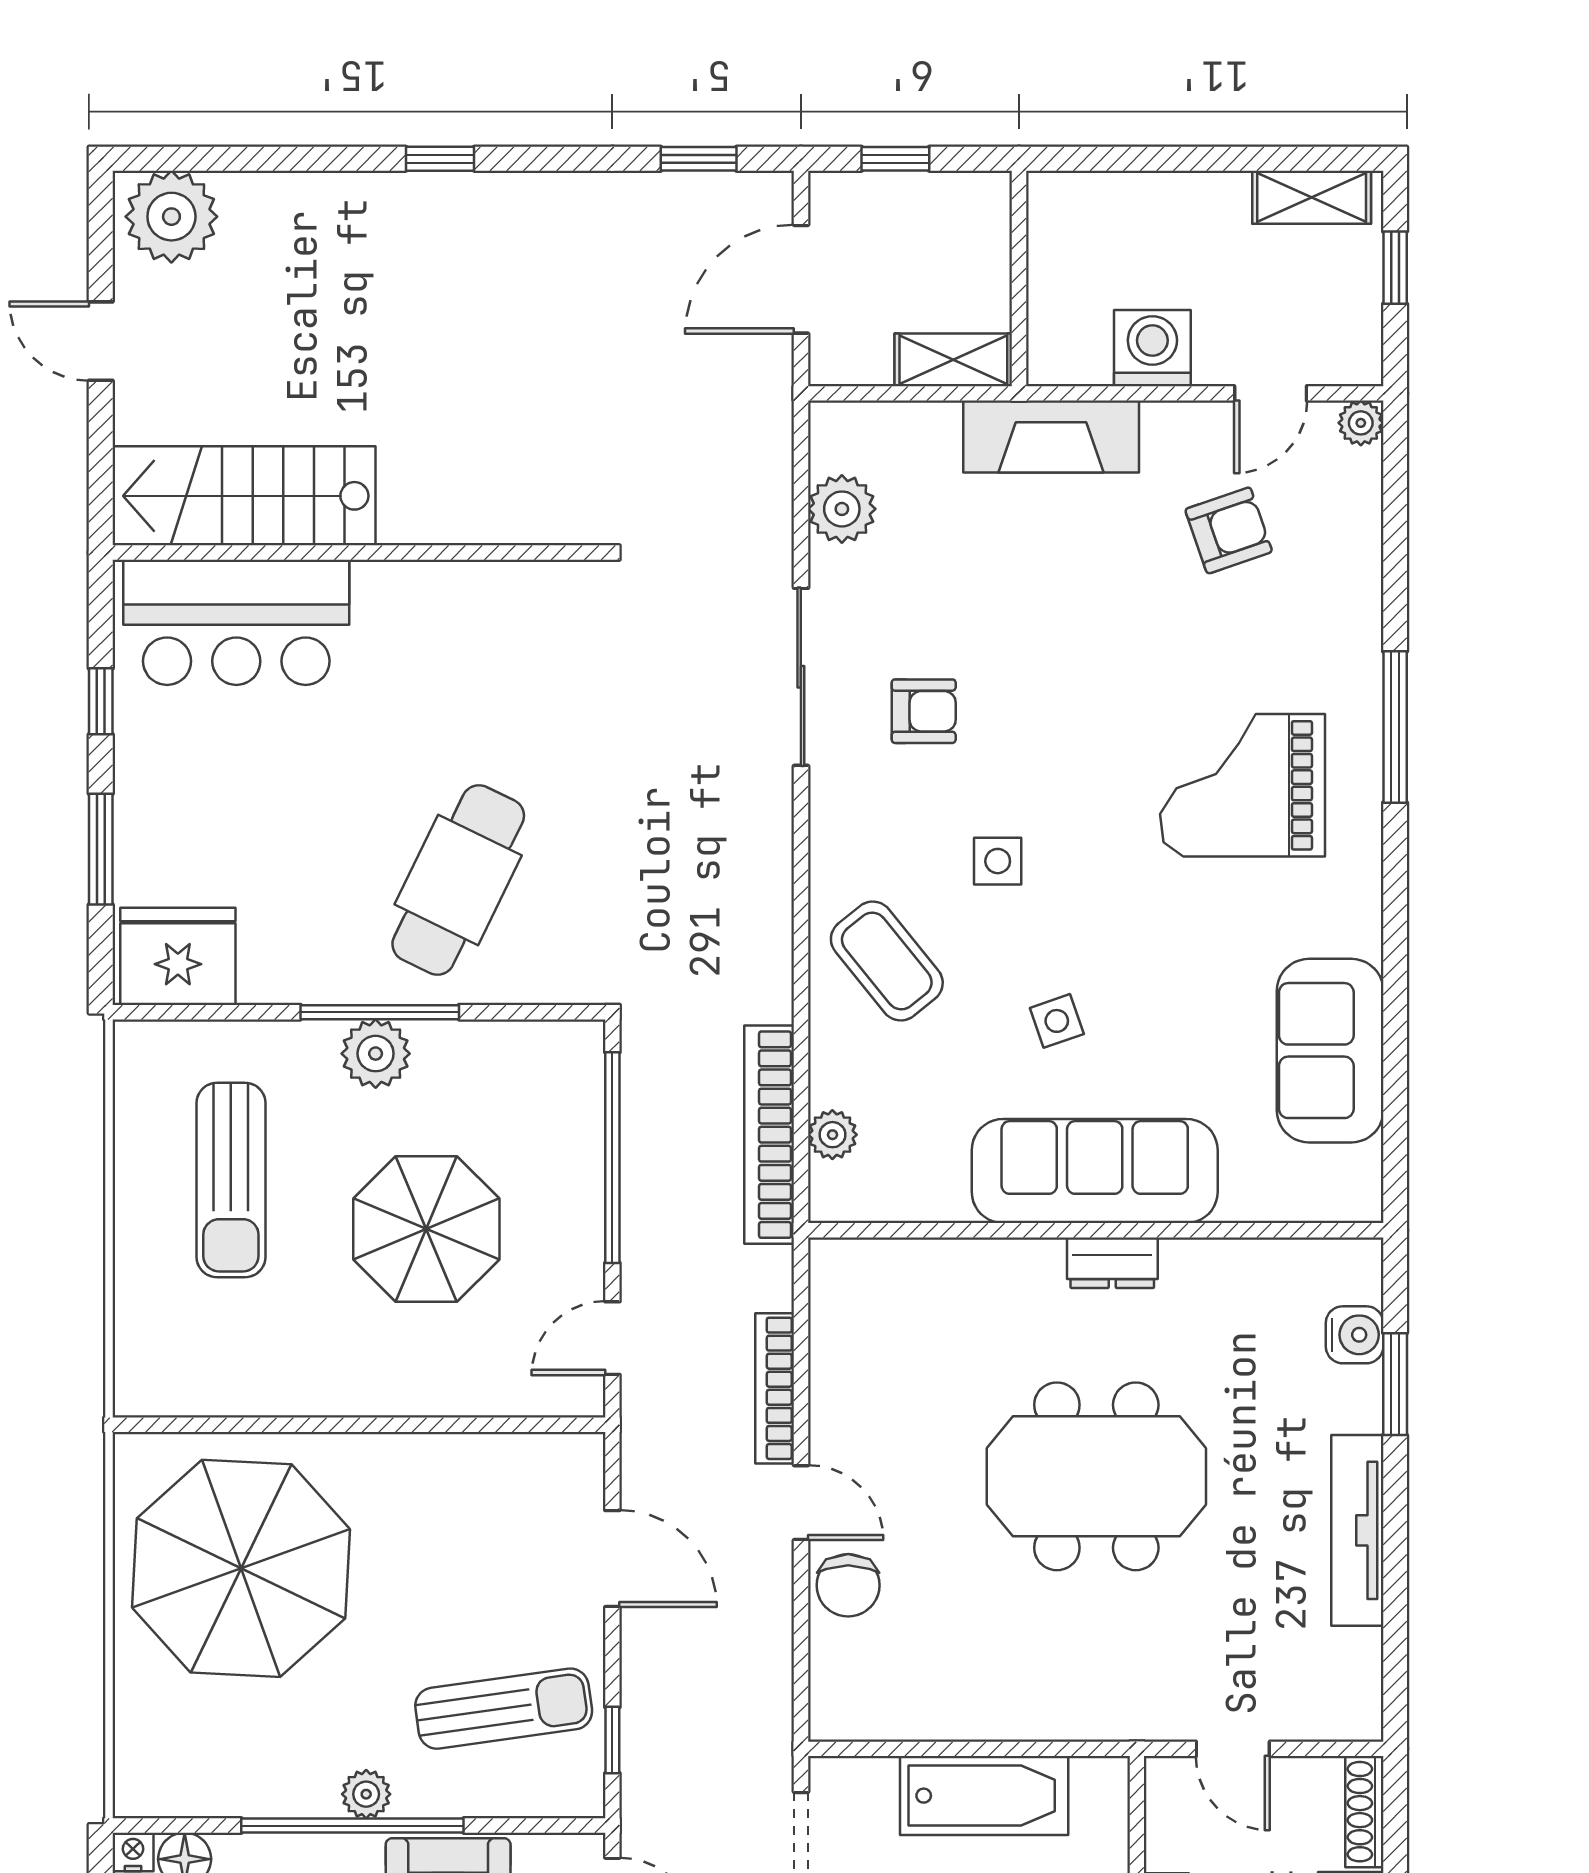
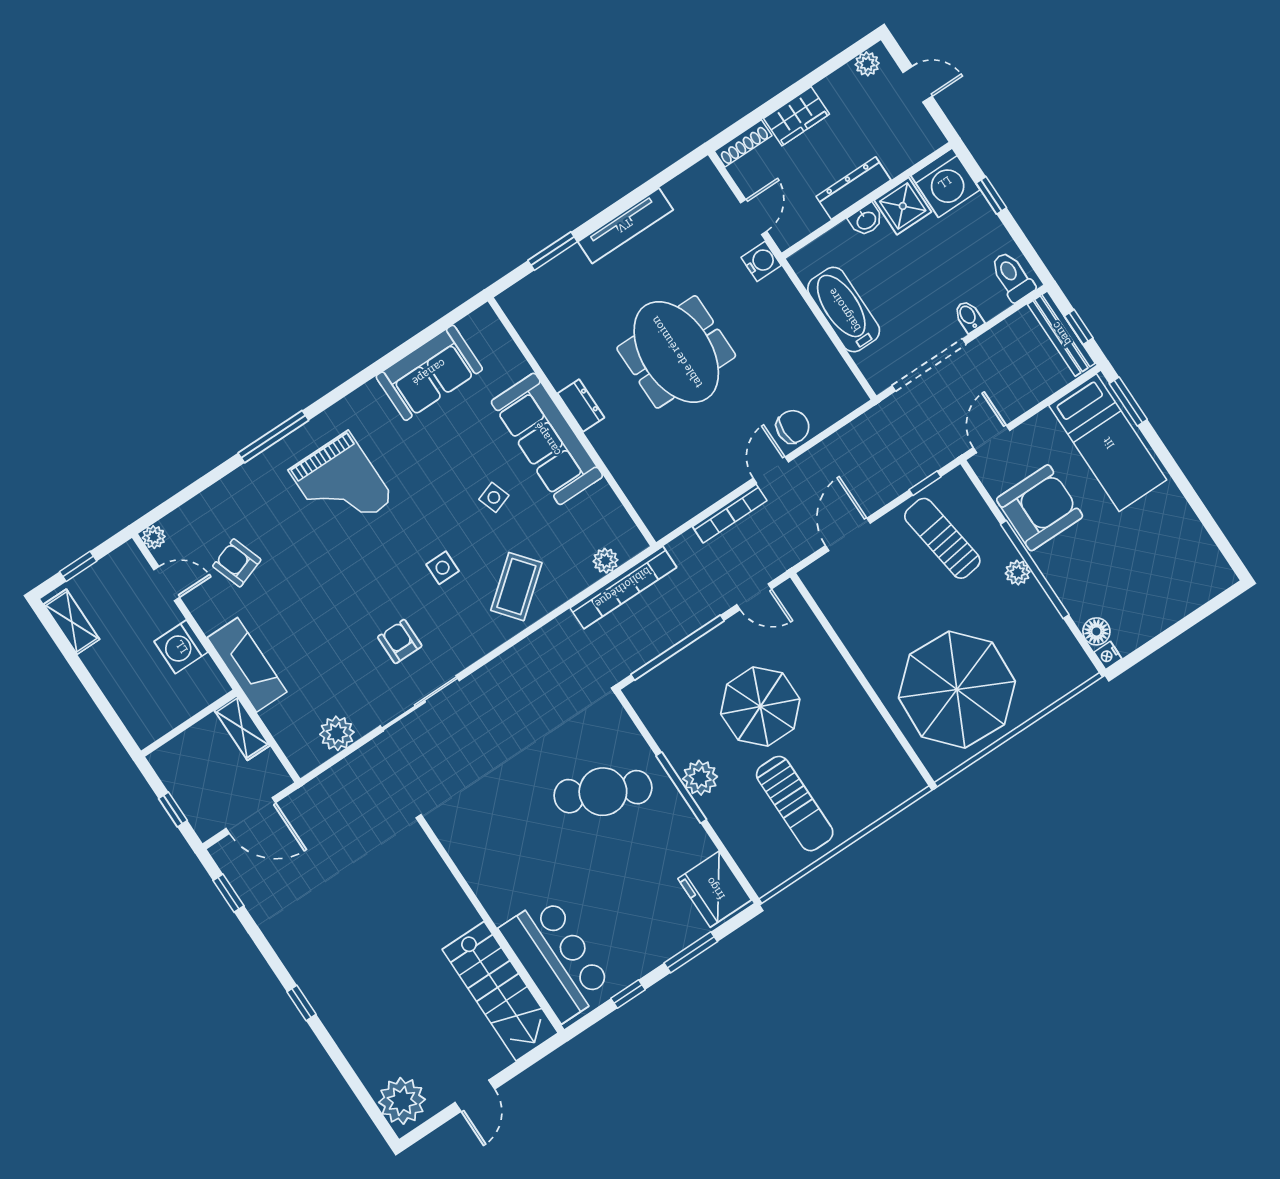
sun lounger: (231, 1180) -> (795, 804), turned 90
water cooler: (1355, 1335) -> (761, 261), moved, turned 90

